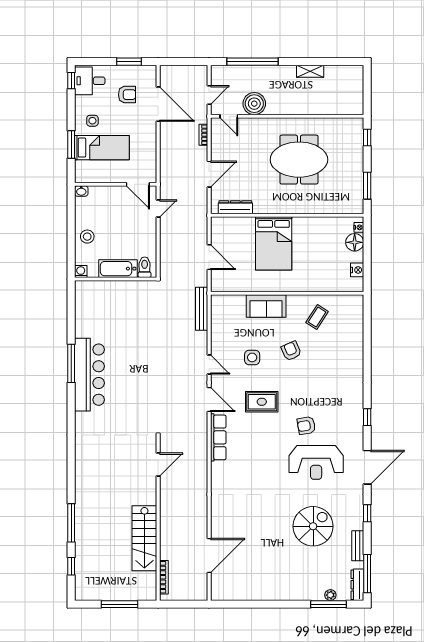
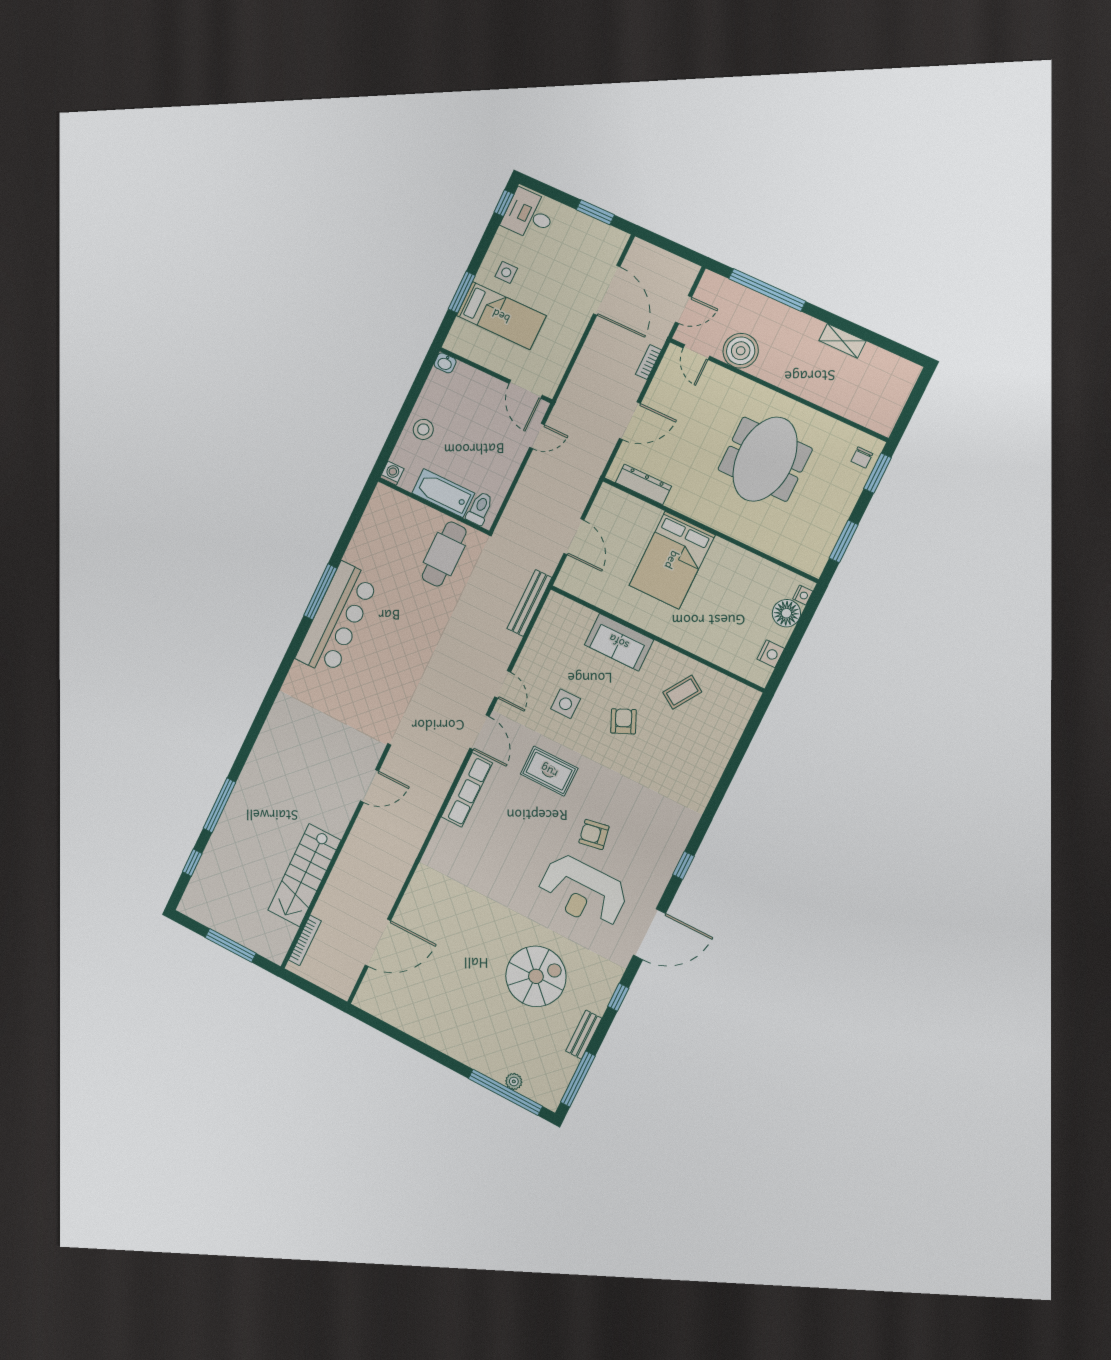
armchair: (127, 95) -> (571, 257), removed
chair: (354, 133) -> (862, 458), added
window: (367, 138) -> (877, 473), width x1.50
meeting table: (299, 160) -> (765, 459), turned 90
cafe table: (136, 304) -> (444, 554), added
dresser: (357, 585) -> (557, 1087), removed
window: (329, 604) -> (505, 1092), width x1.46

